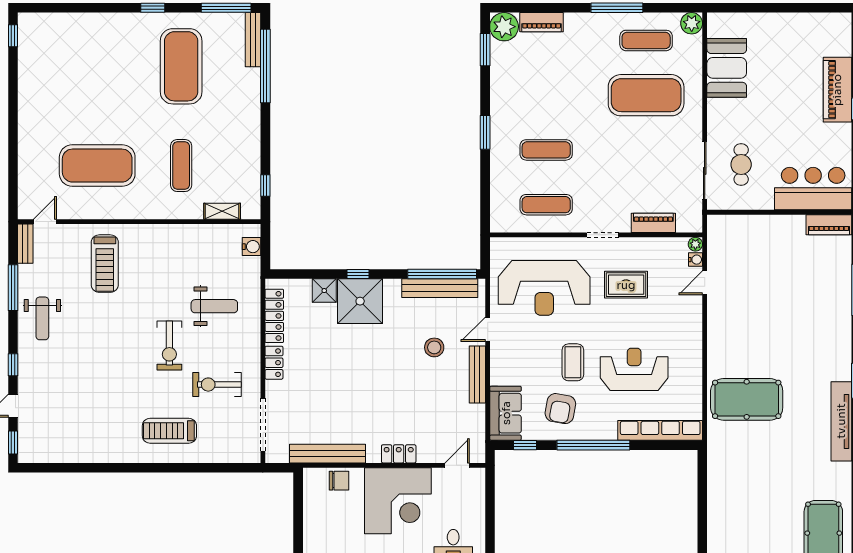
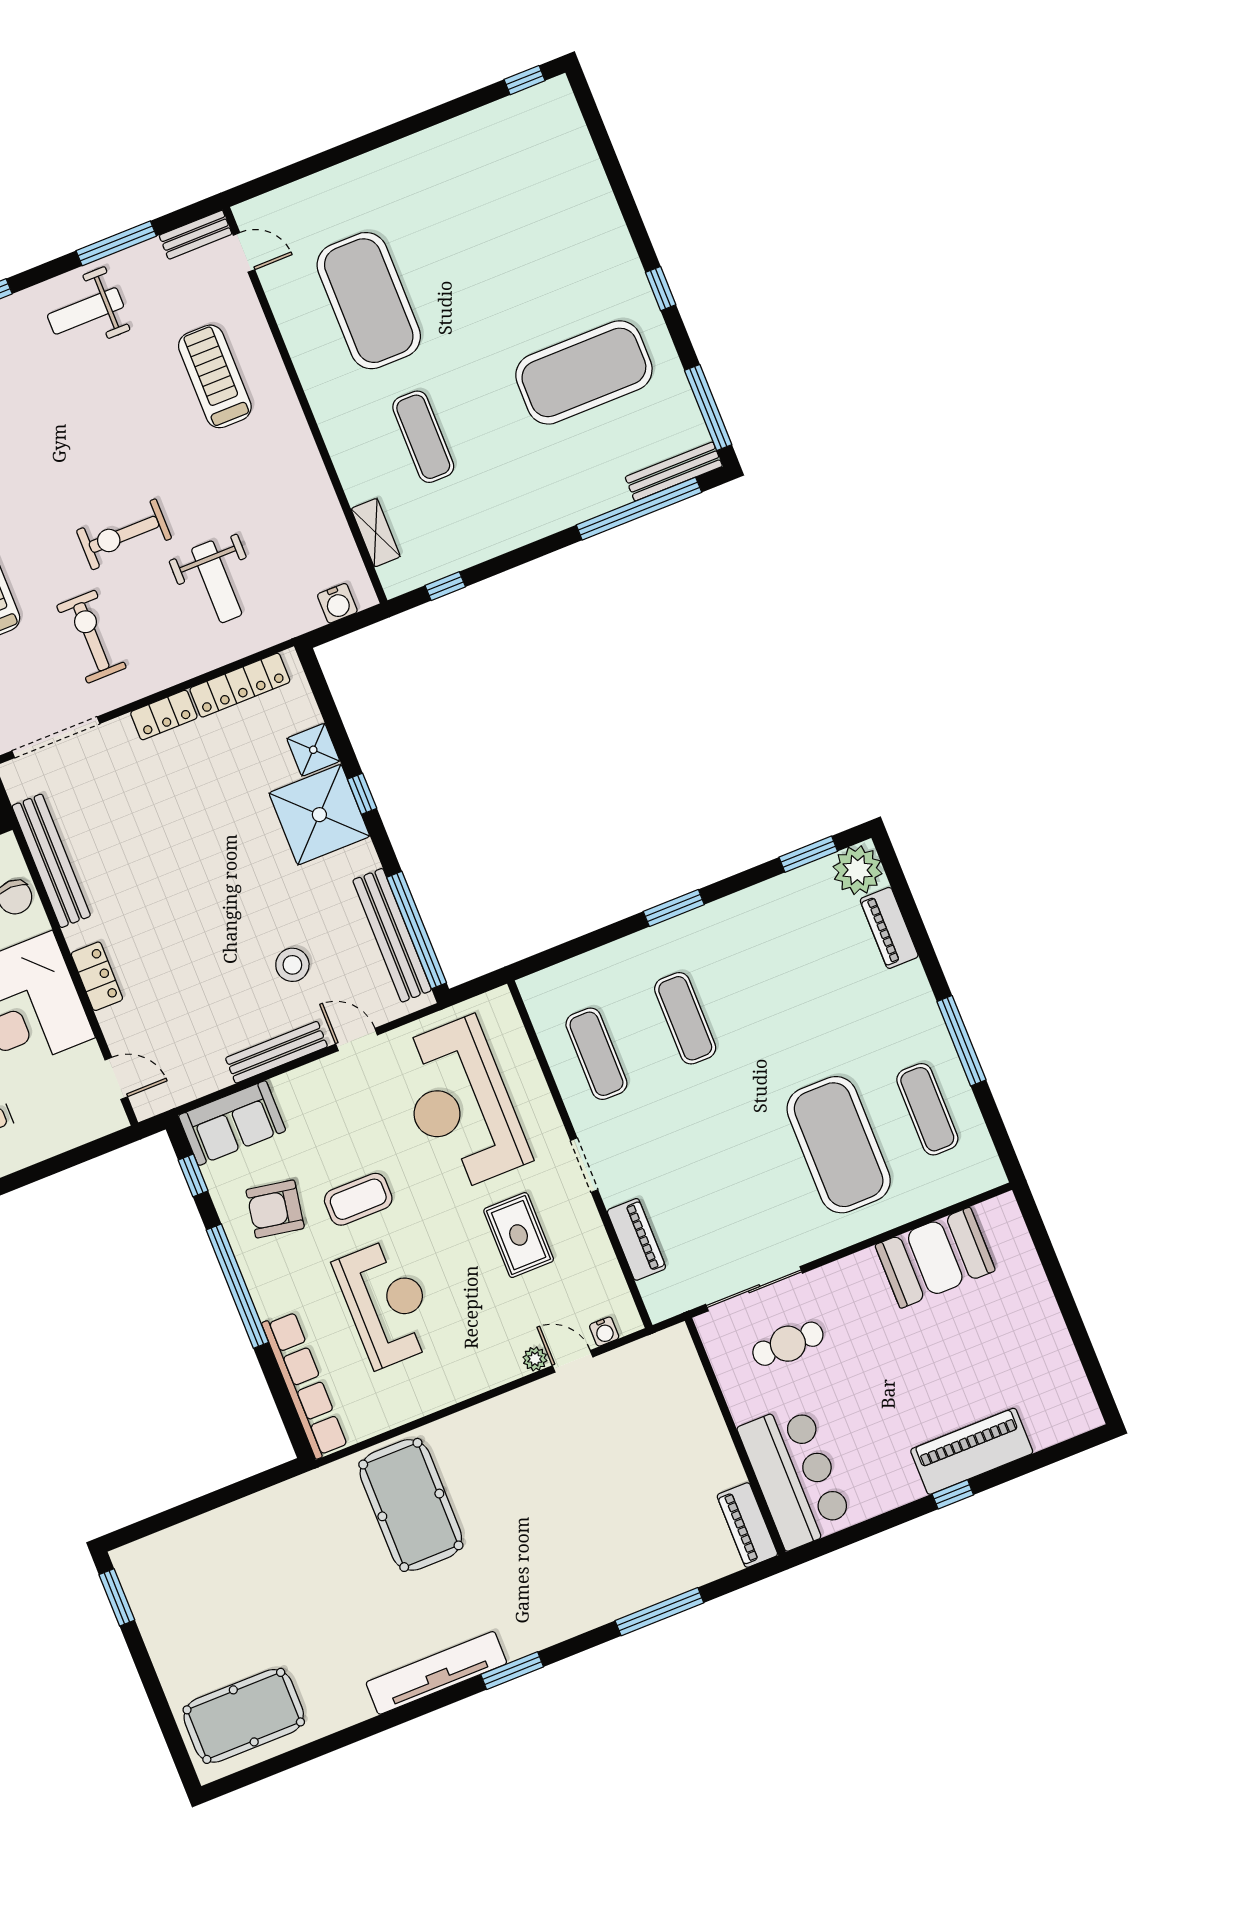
plant: (692, 23) -> (985, 1172), removed
exercise mat: (181, 166) -> (423, 437), turned 90
plant: (695, 244) -> (535, 1359), moved
treadmill: (105, 264) -> (215, 376), turned 90

